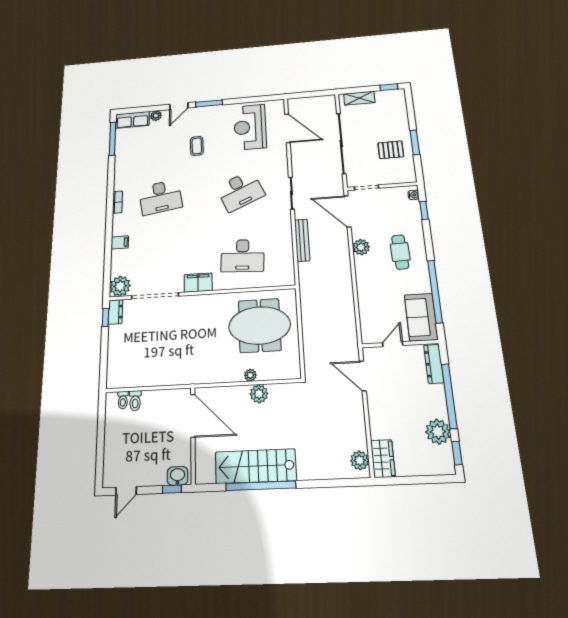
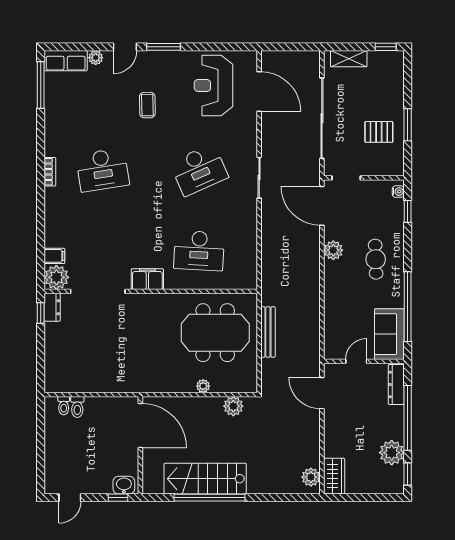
bench: (302, 240) -> (268, 332), moved
filing cabinet: (120, 242) -> (54, 256), moved
plant: (259, 394) -> (233, 406), moved

